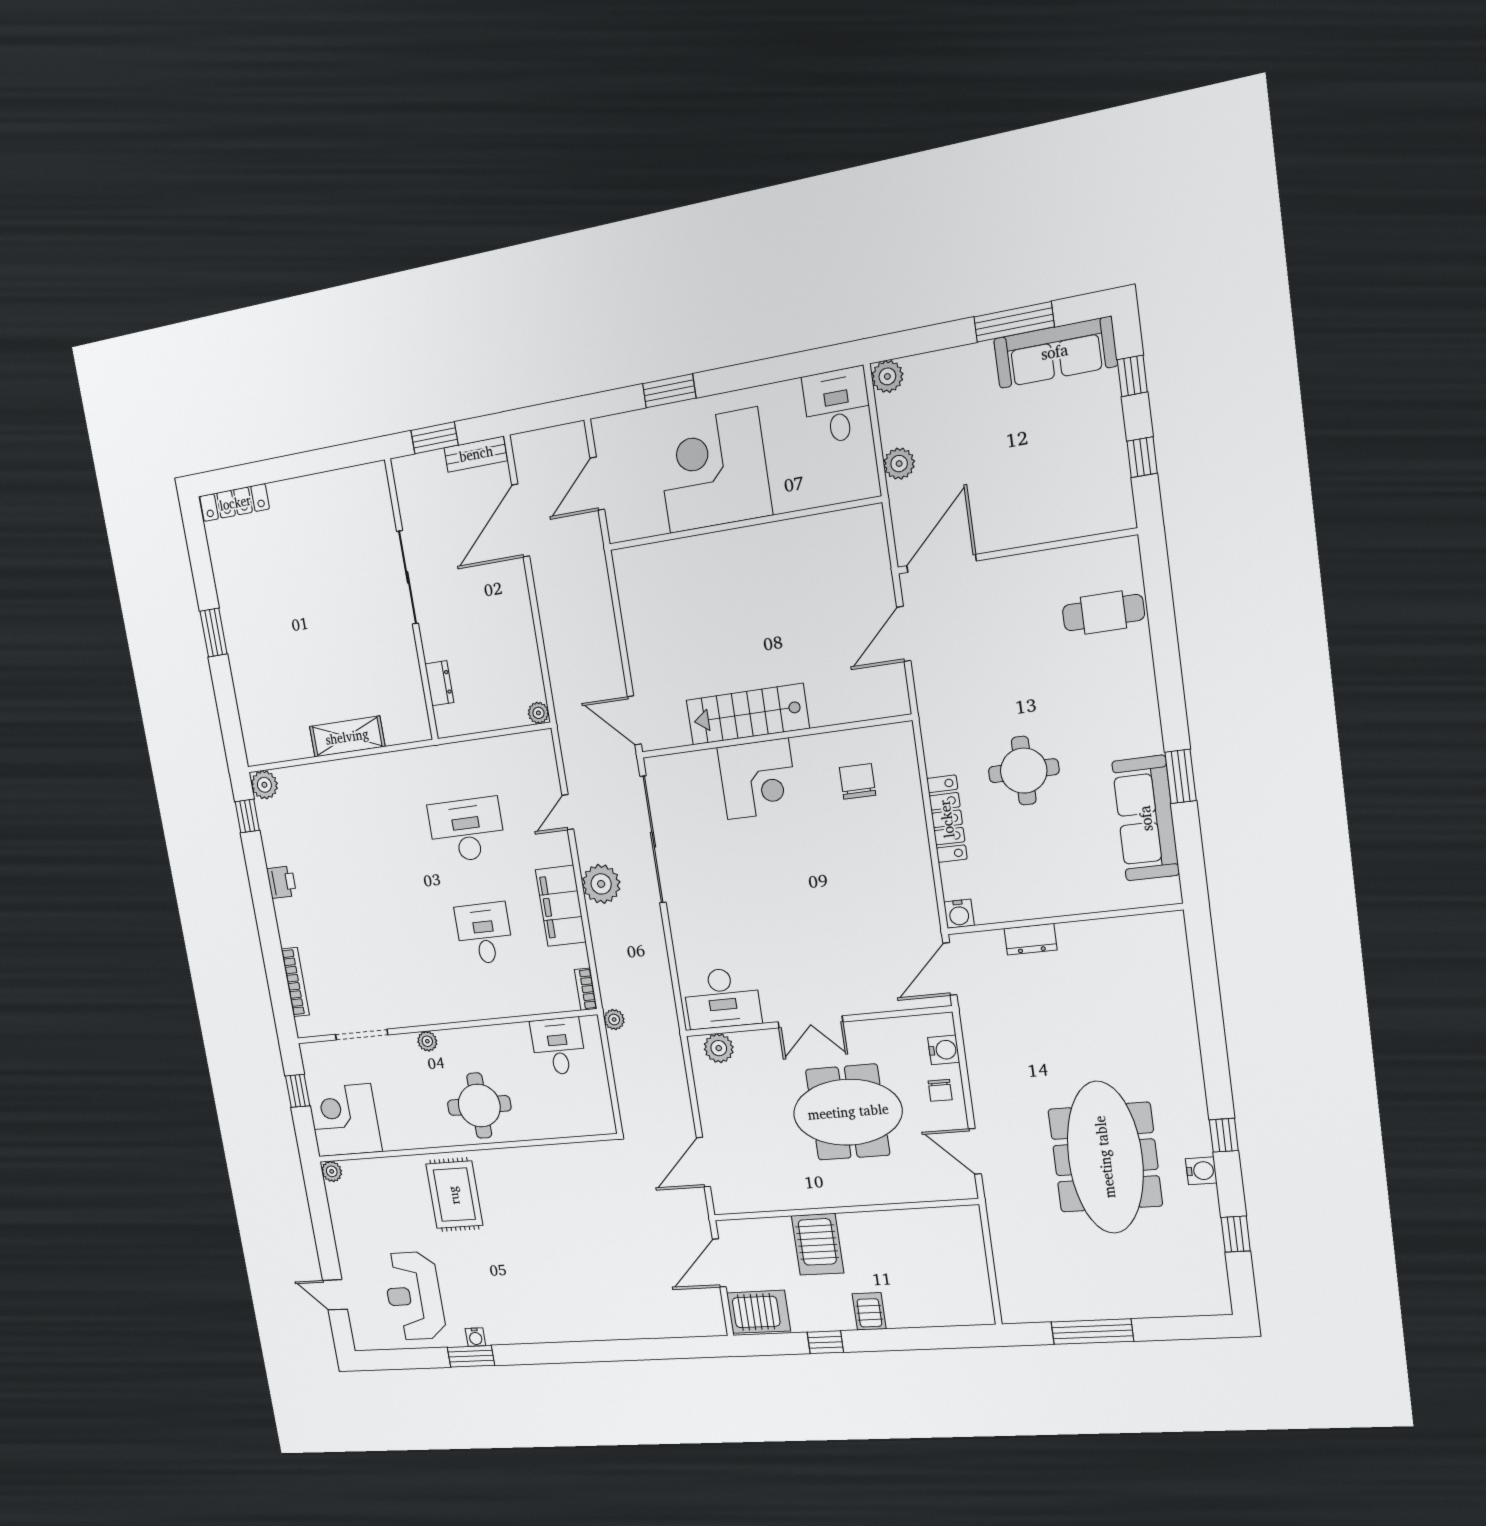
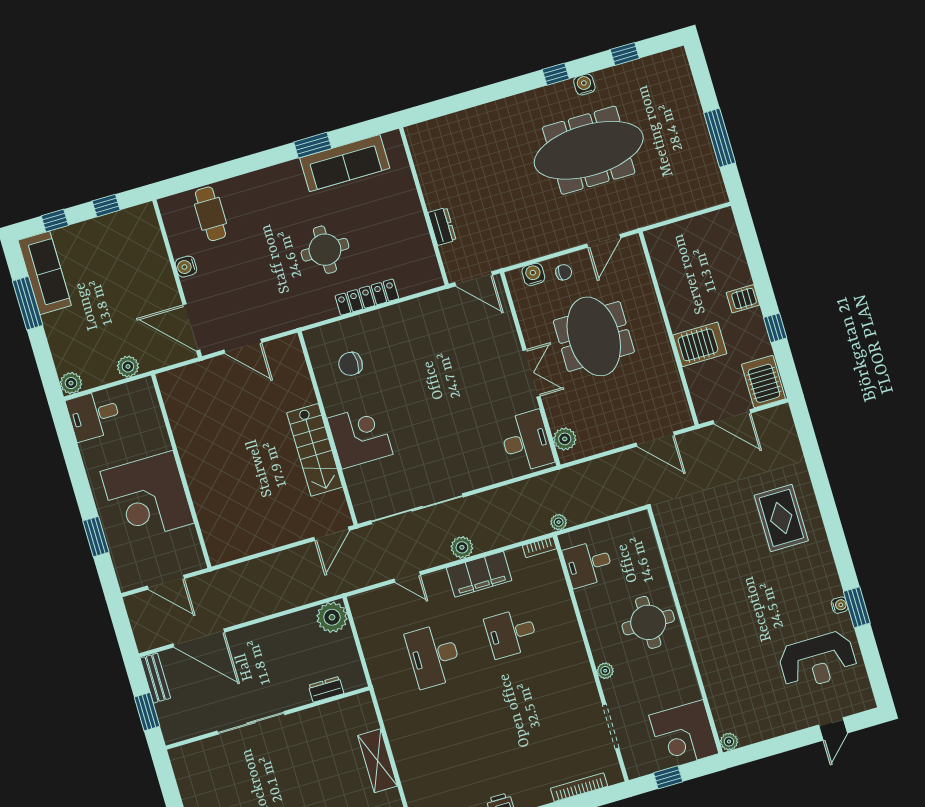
plant: (538, 713) -> (332, 617), width x1.88, depth x1.88
plant: (601, 884) -> (462, 547), width x0.73, depth x0.73
water cooler: (959, 914) -> (186, 267), moved, turned 180
rug: (454, 1195) -> (781, 518), moved, turned 90

